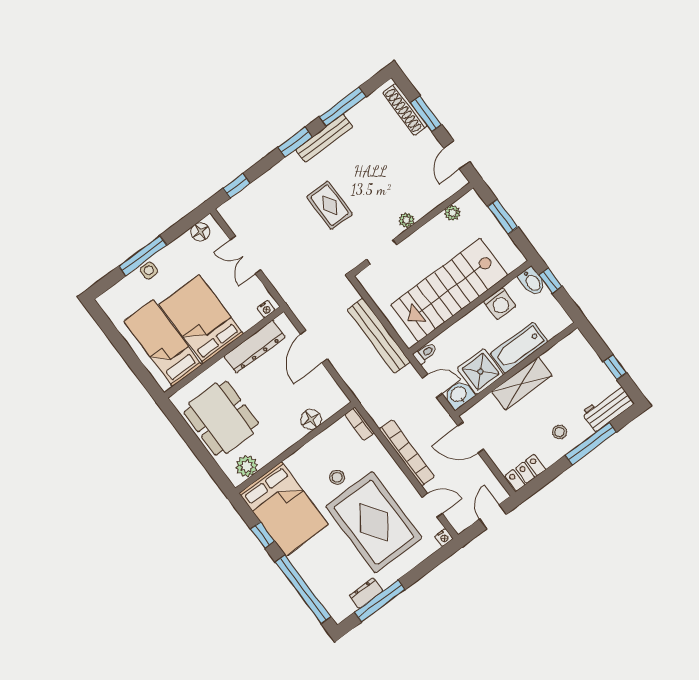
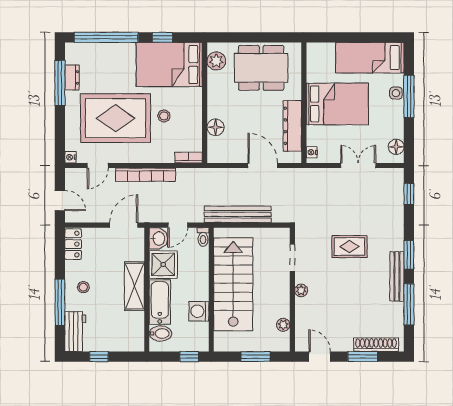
bidet: (532, 281) -> (160, 334), moved, turned 180
bed: (163, 343) -> (370, 58), moved, turned 180

